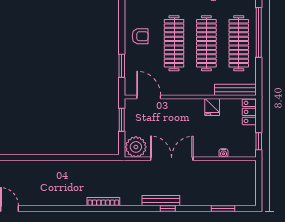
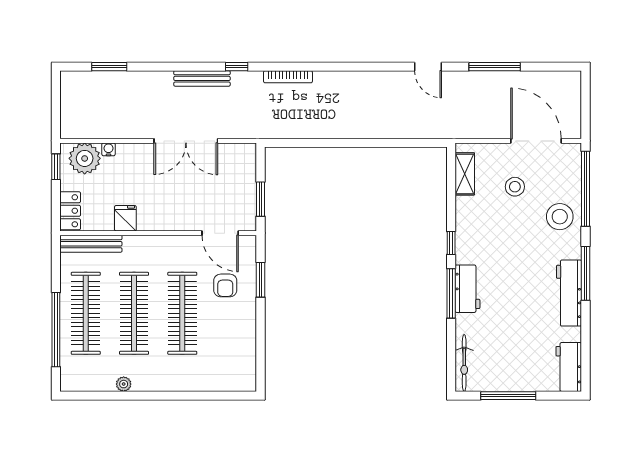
armchair: (140, 36) -> (225, 285), moved, turned -90
plant: (136, 147) -> (85, 158), moved
window: (168, 208) -> (237, 67), moved

